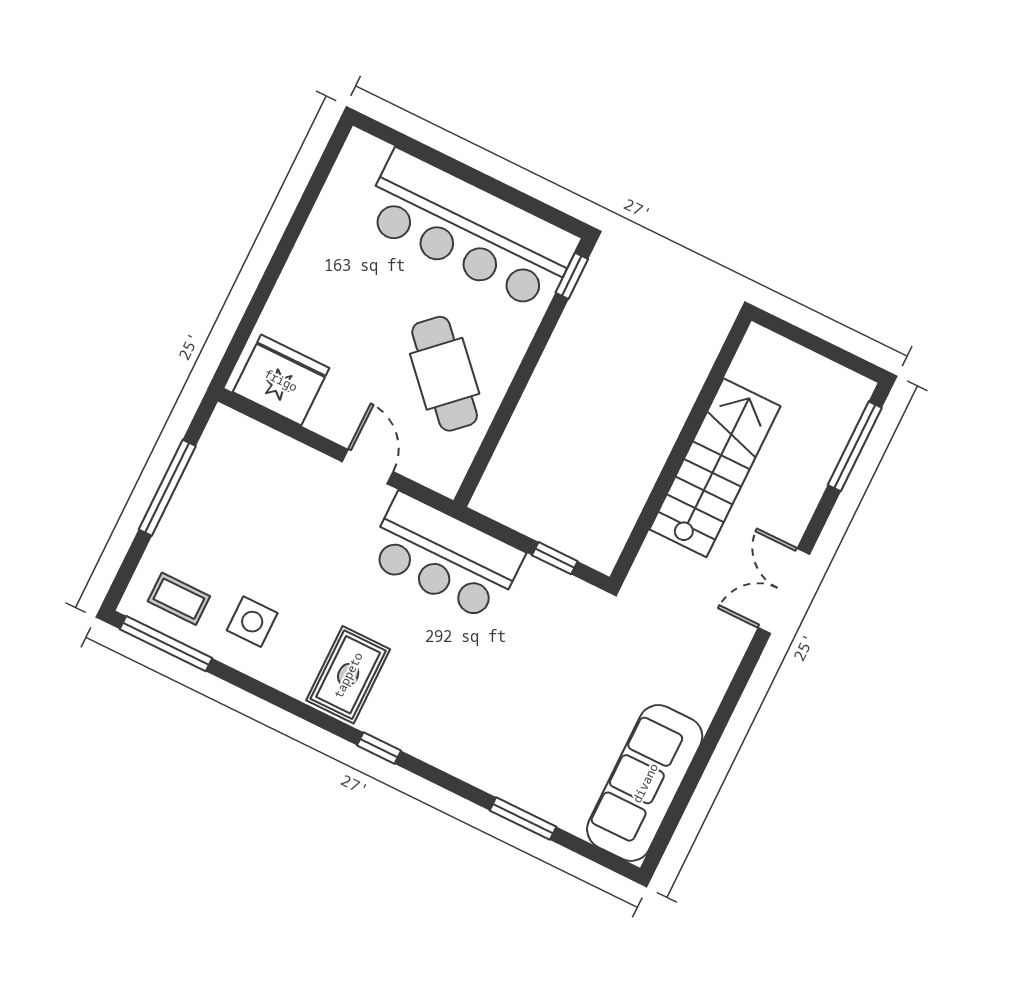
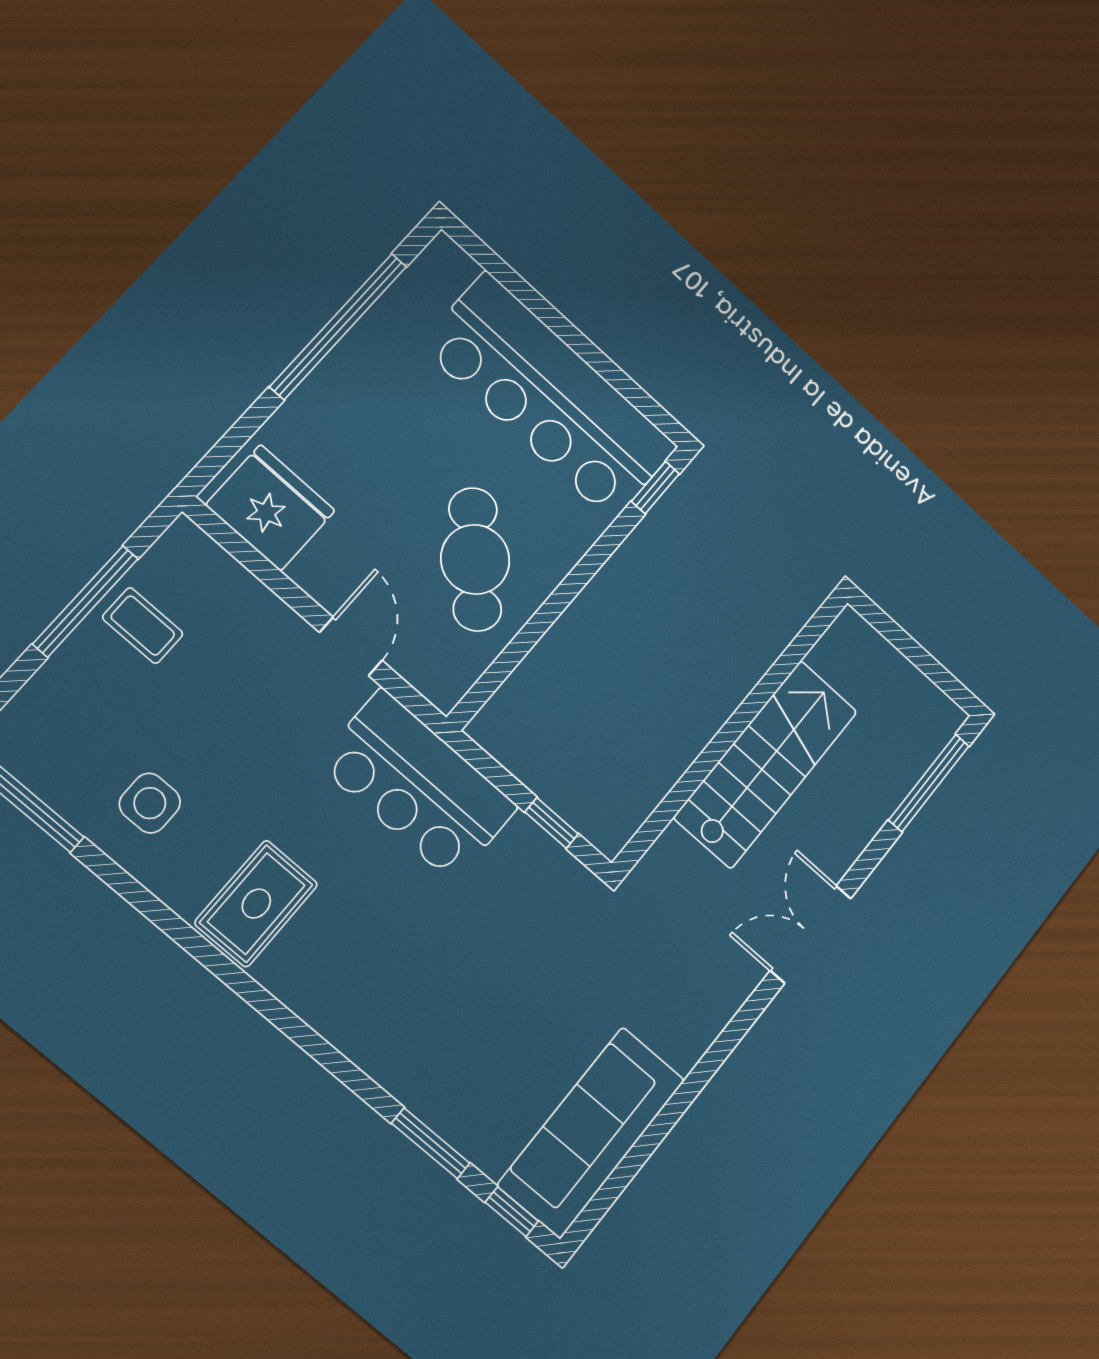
window: (295, 227) -> (338, 326), added
coffee table: (179, 599) -> (143, 626), moved
window: (379, 748) -> (512, 1212), moved

